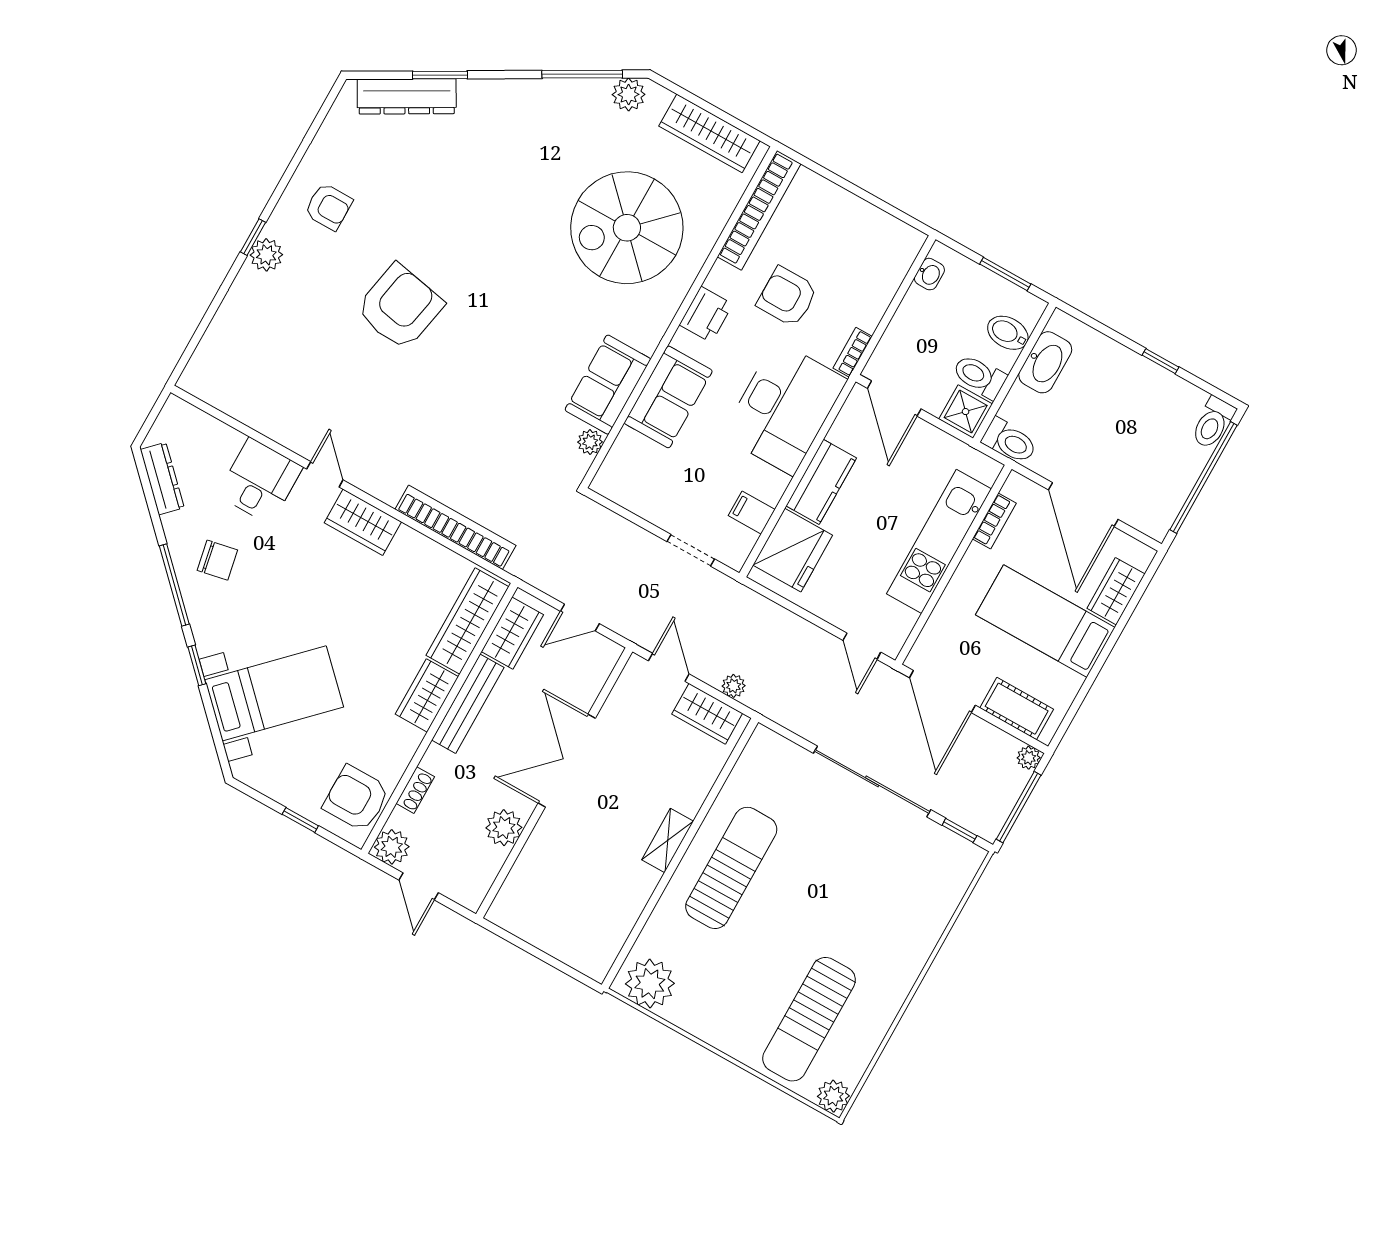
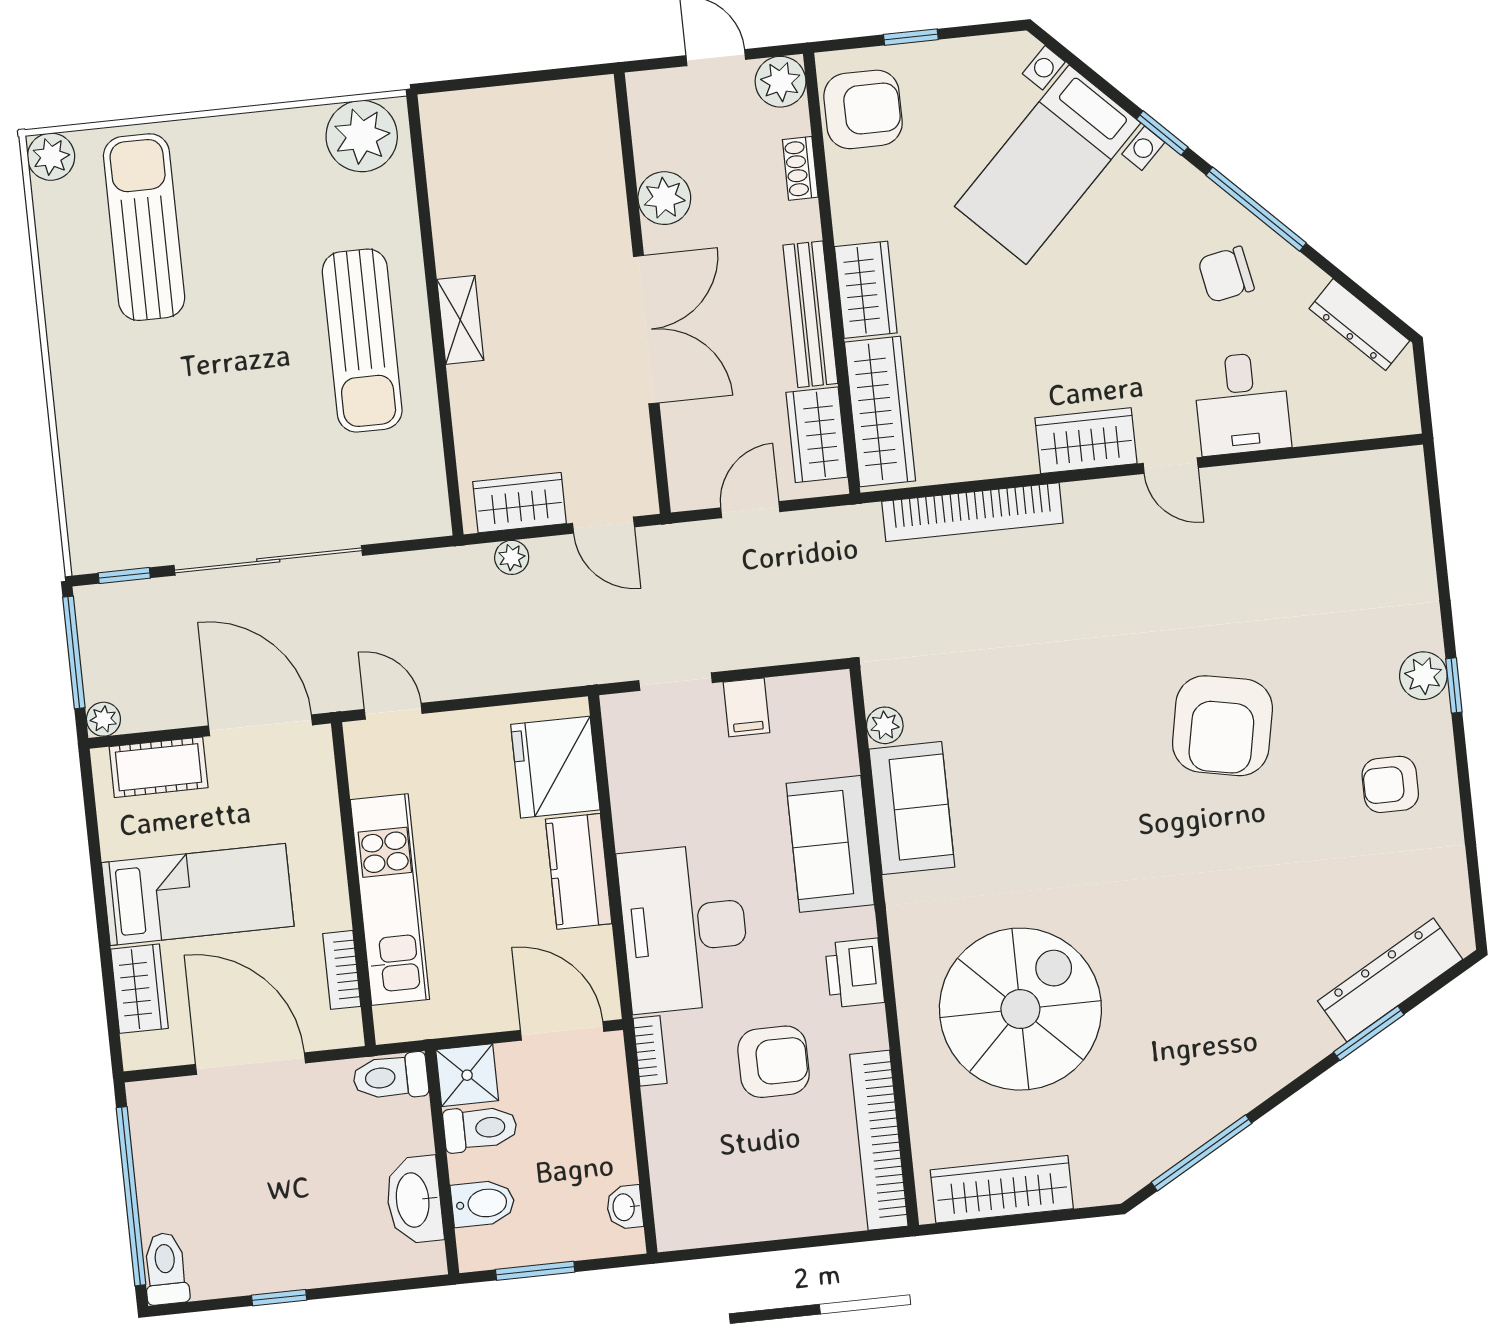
plant: (629, 94) -> (1130, 1168), removed
filing cabinet: (752, 513) -> (746, 707), moved, turned 90

